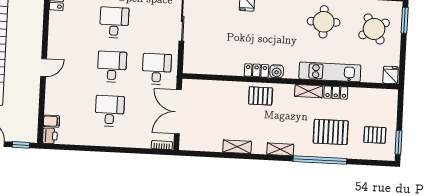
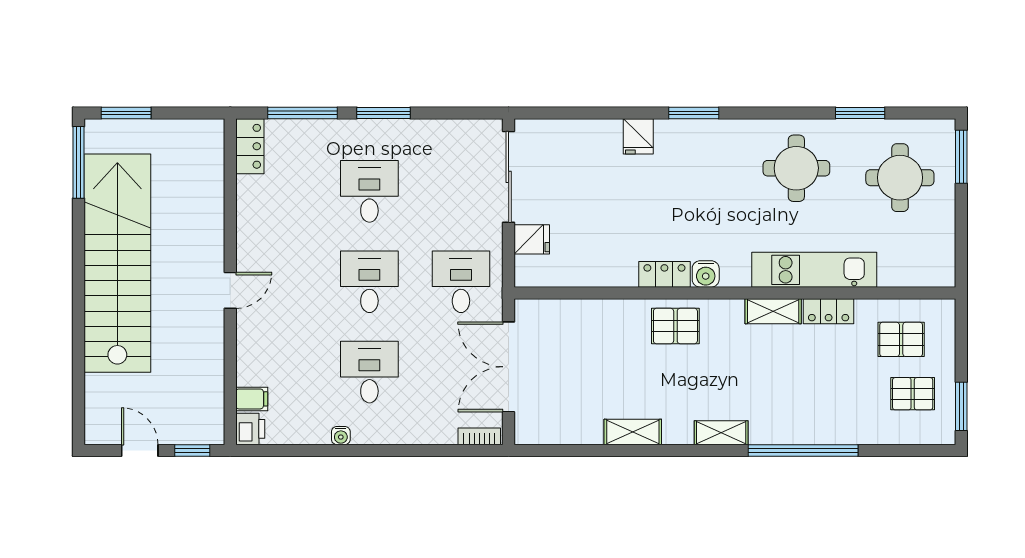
round table: (374, 29) -> (900, 178), turned 31
fridge: (391, 75) -> (532, 239), moved, turned 90
pallet: (331, 132) -> (901, 339), moved, width x0.67, depth x0.71
water cooler: (94, 141) -> (341, 436), added

